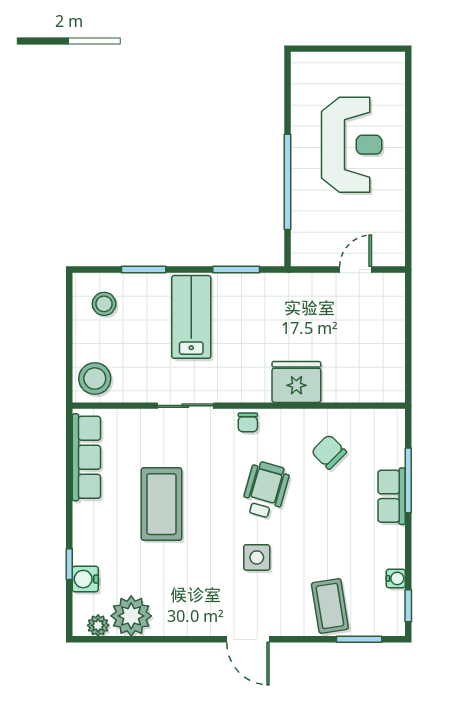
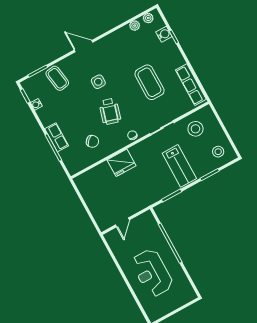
stool: (95, 379) -> (195, 129), moved
plant: (131, 616) -> (135, 26), width x0.53, depth x0.53

